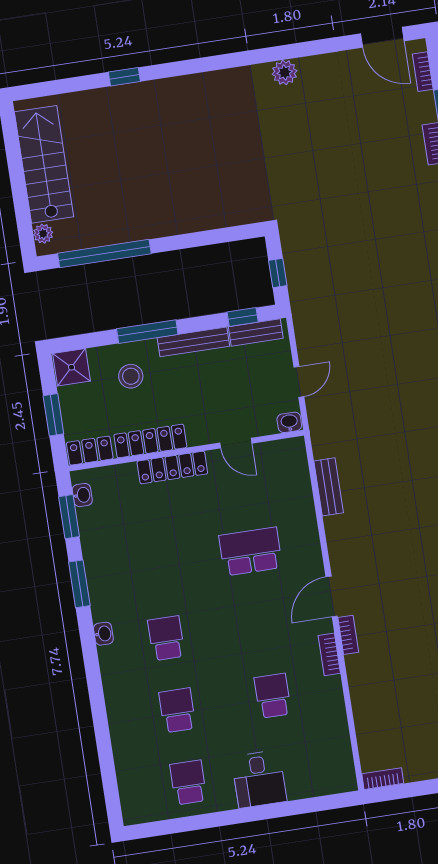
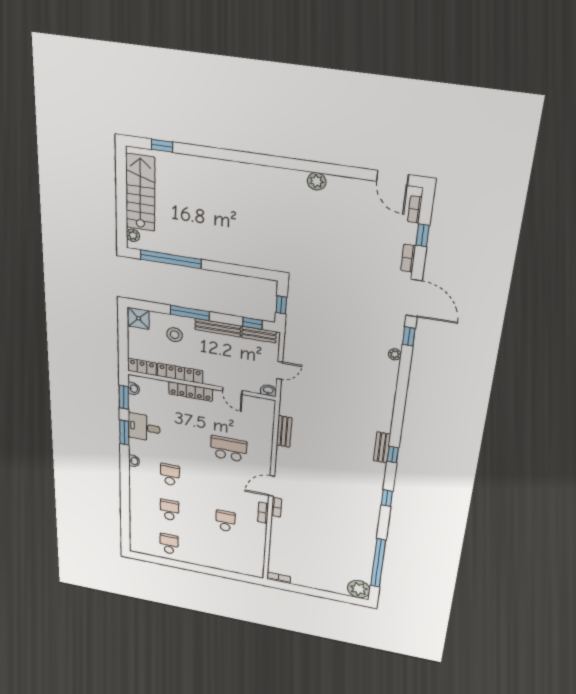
window: (124, 77) -> (162, 146), moved
window: (53, 415) -> (123, 341), removed
desk: (259, 779) -> (144, 427), moved, turned 90

